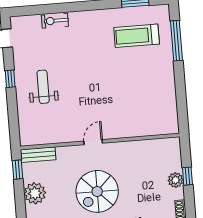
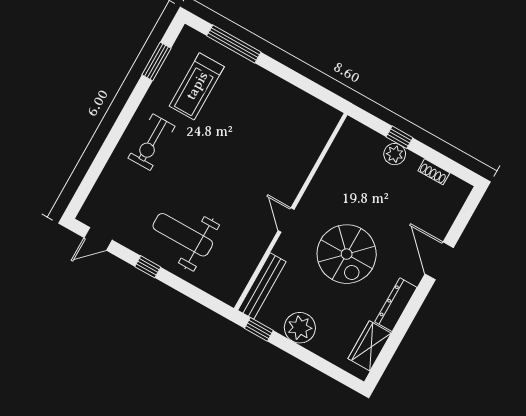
exercise bike: (55, 21) -> (152, 142), moved, width x1.38, depth x1.39
weight bench: (43, 87) -> (183, 235), width x1.36, depth x1.33
bench: (38, 155) -> (262, 286), width x1.36

